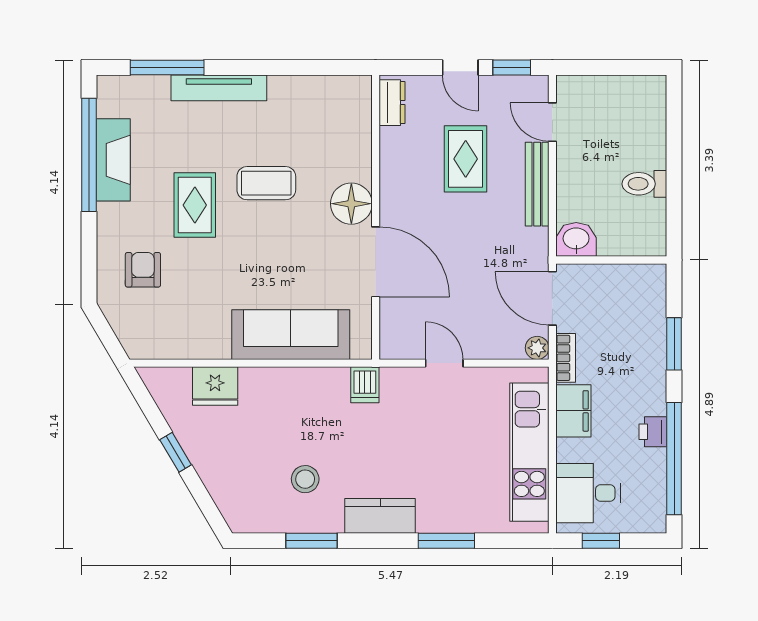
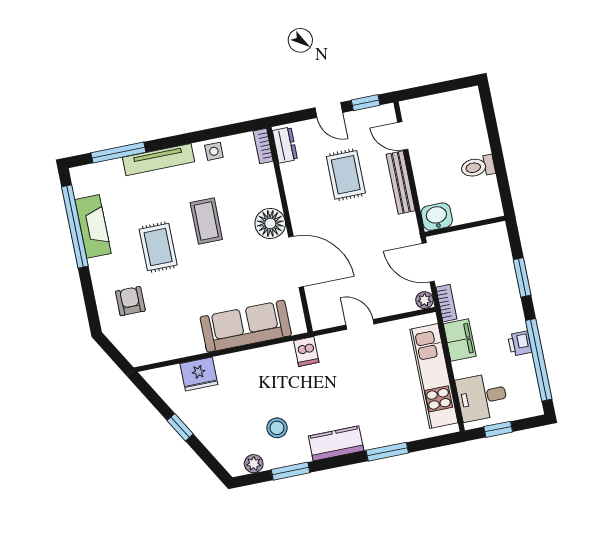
side table: (295, 92) -> (214, 151), added
bookcase: (363, 98) -> (263, 146), added
coffee table: (266, 183) -> (206, 221), turned 90
plant: (264, 521) -> (254, 464), added

